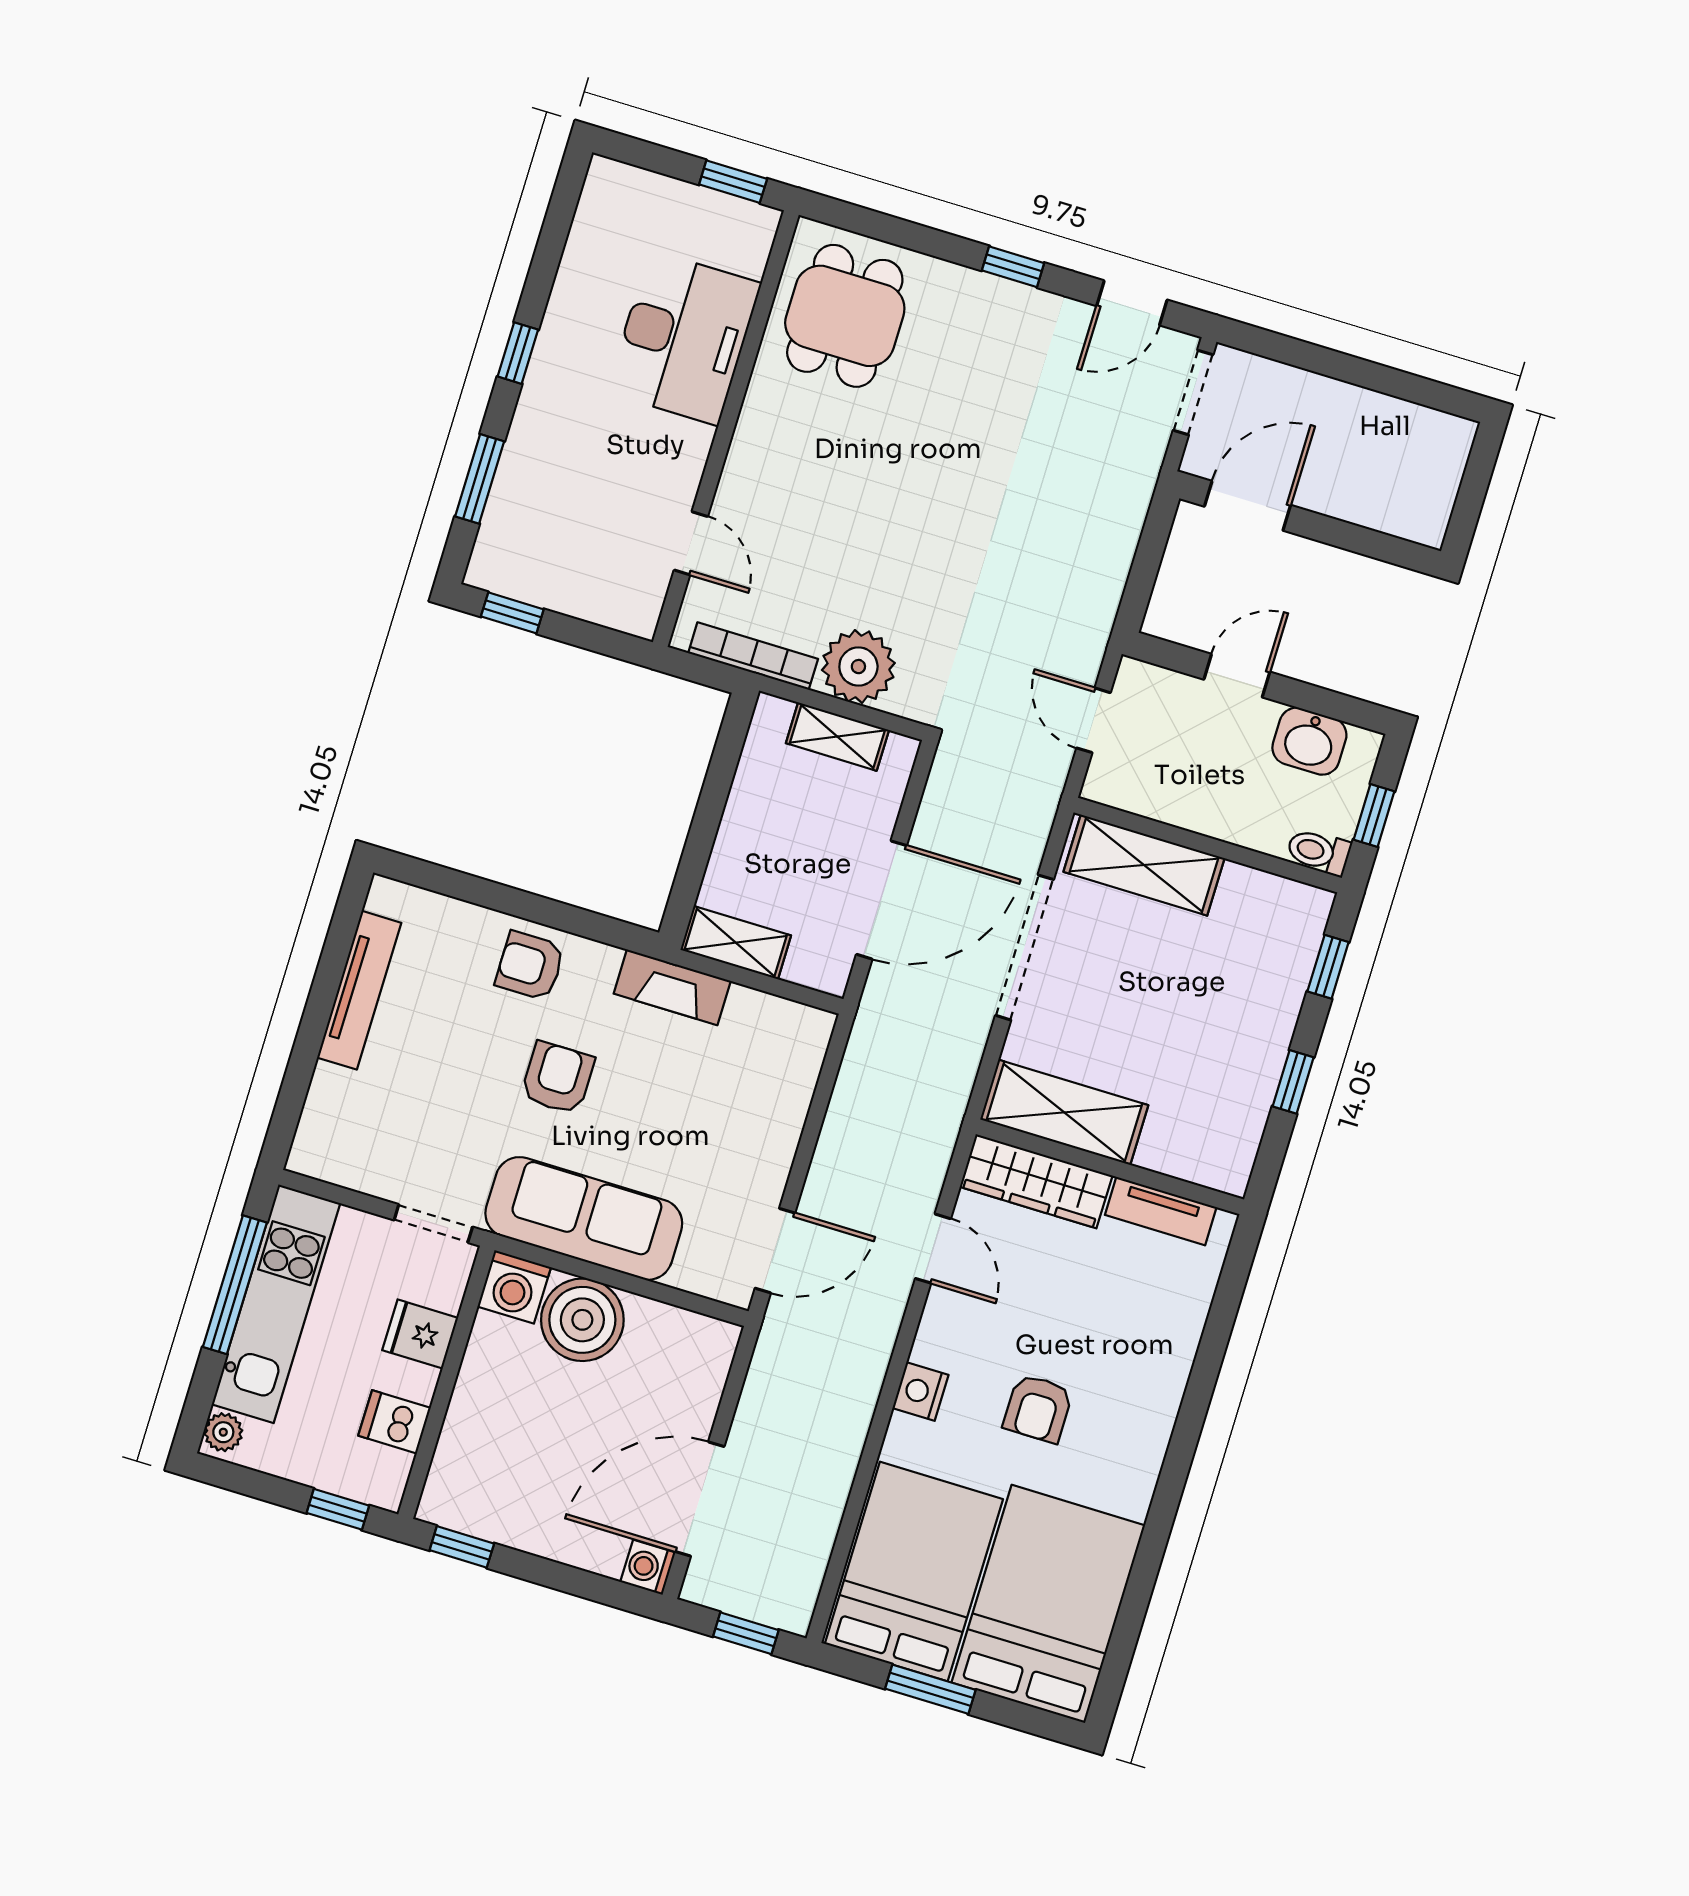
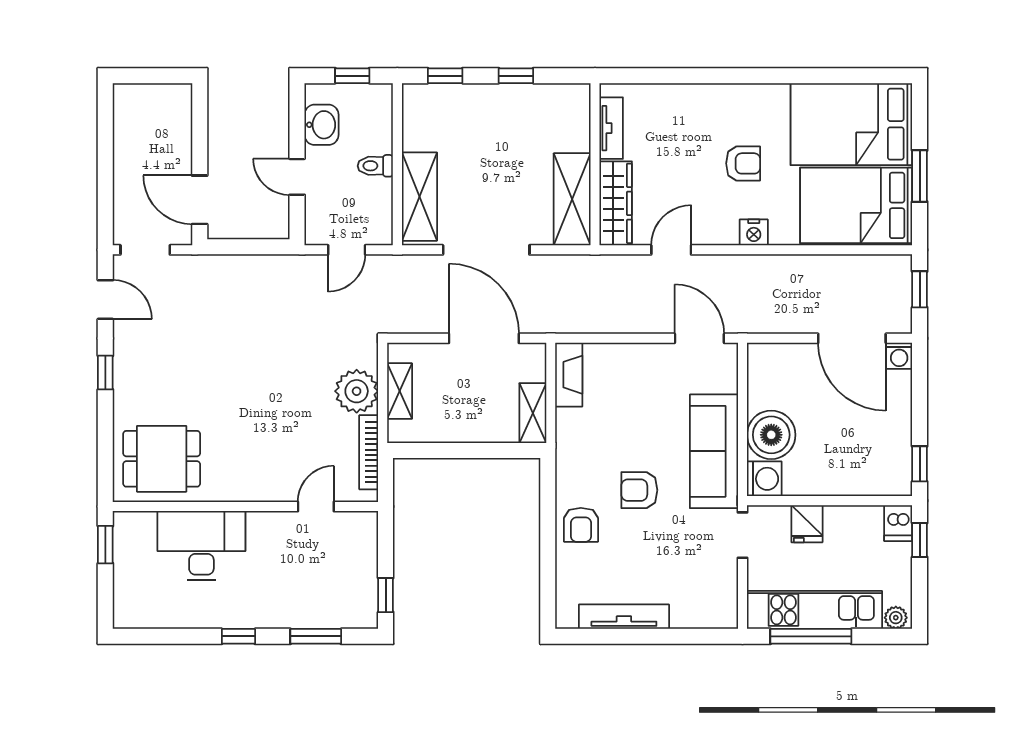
toilet: (1319, 852) -> (375, 166), moved, turned 90
fireplace: (672, 987) -> (569, 375), moved
dishwasher: (395, 1422) -> (898, 523), moved

